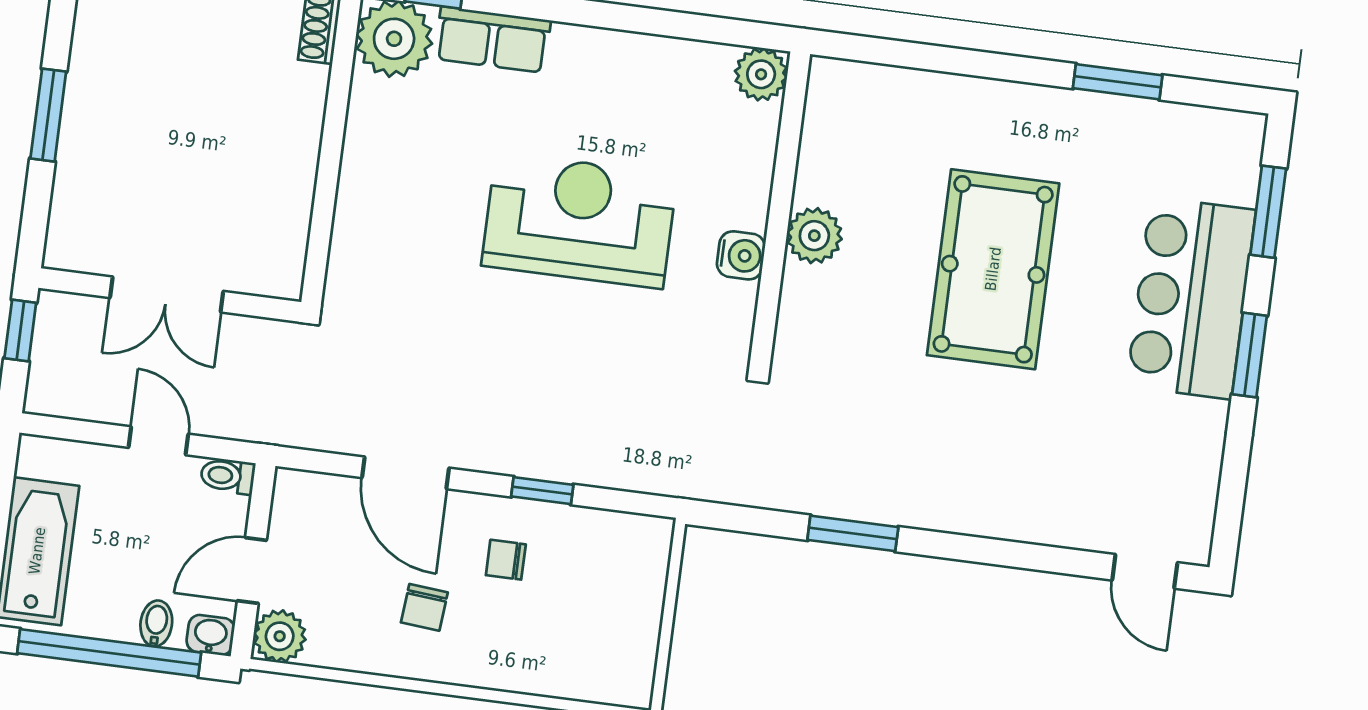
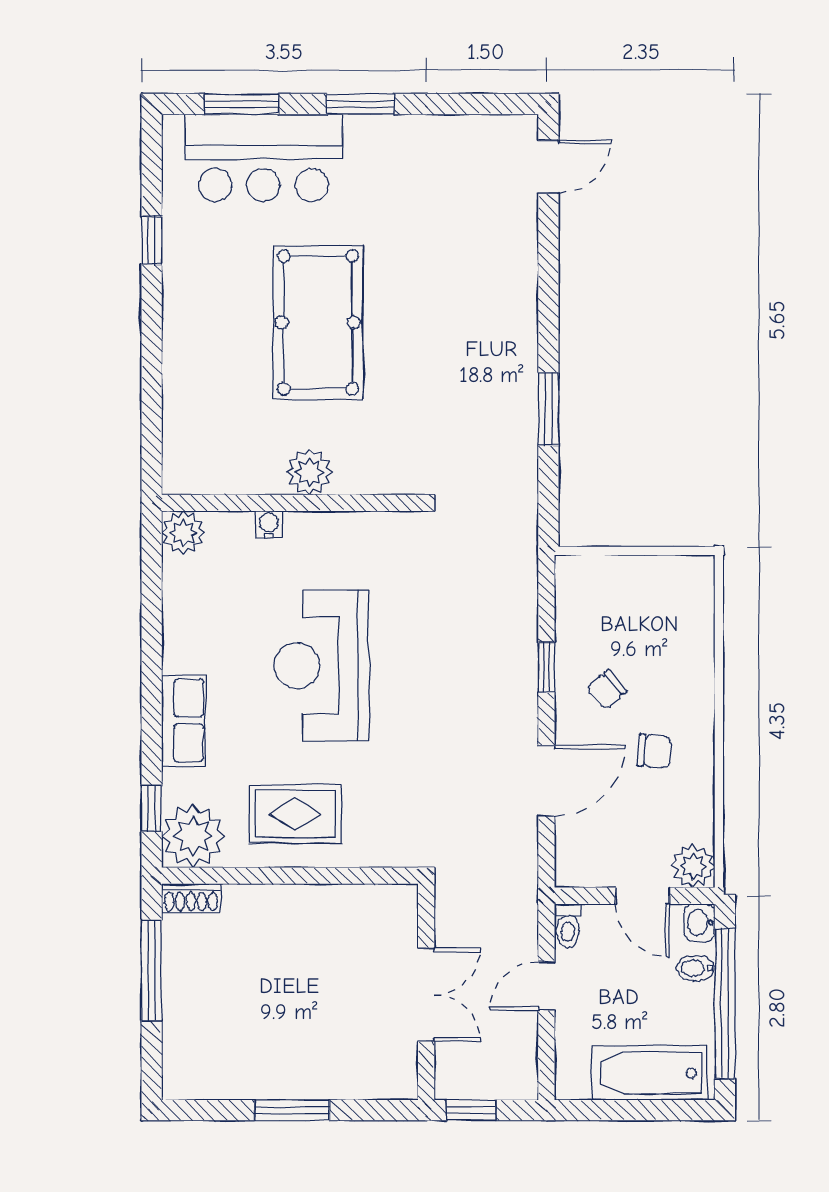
row of seats: (493, 40) -> (183, 720), moved
window: (1118, 82) -> (152, 241), width x0.67
rug: (405, 165) -> (295, 814), added
water cooler: (741, 255) -> (269, 525), moved, width x0.72, depth x0.72
pool table: (993, 269) -> (318, 322), turned 90
bar counter: (1191, 298) -> (263, 158), moved
chair: (506, 560) -> (607, 690), turned 49

